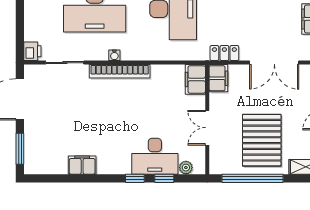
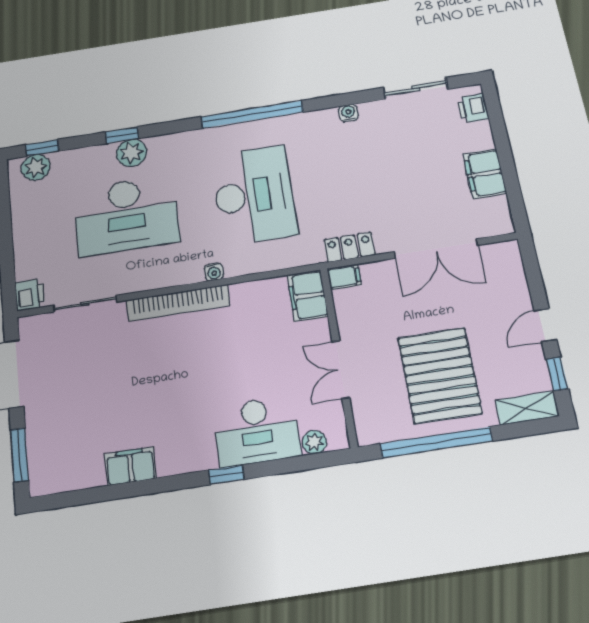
water cooler: (114, 55) -> (214, 272), moved
filing cabinet: (218, 78) -> (344, 277), width x0.50
window: (164, 178) -> (279, 467), removed

